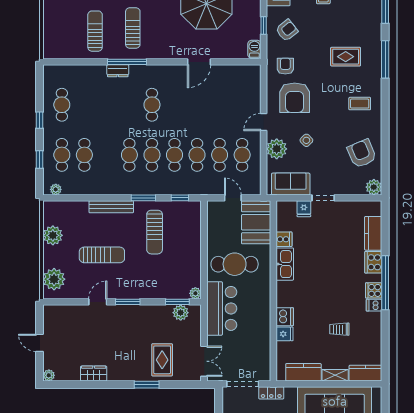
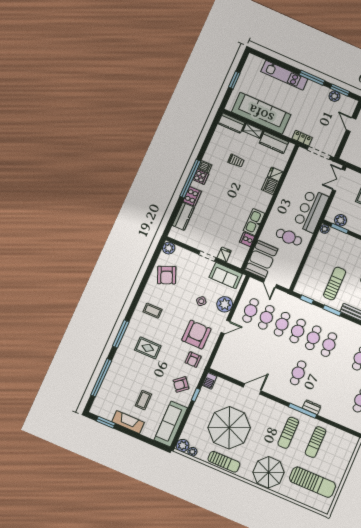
cafe table: (235, 264) -> (289, 237), width x0.73, depth x0.74

